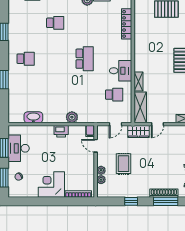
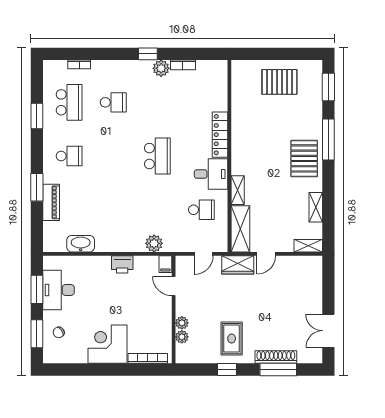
school desk: (26, 23) -> (69, 102), added
locker: (127, 24) -> (220, 135), moved
piano: (14, 90) -> (51, 202), added
plant: (72, 117) -> (154, 243), moved
rug: (123, 164) -> (232, 339), moved

